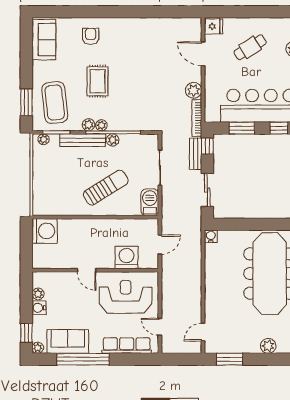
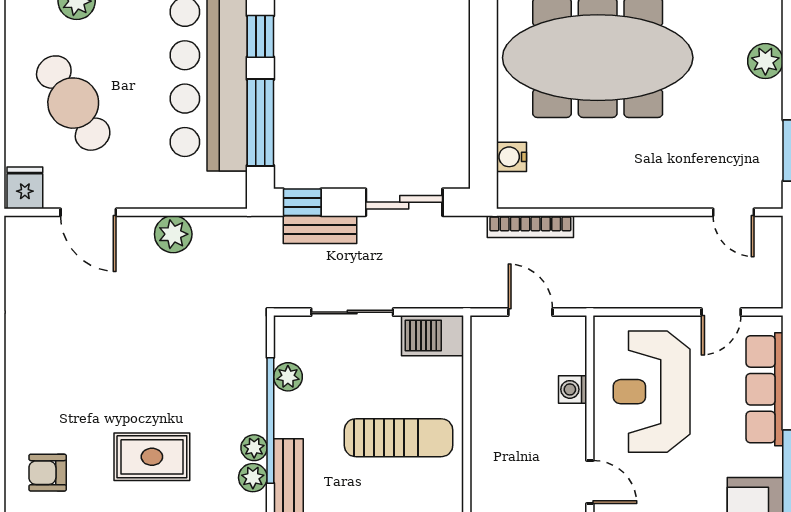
cafe table: (250, 47) -> (73, 103), width x1.37, depth x1.35
door: (203, 54) -> (88, 212), hinge flipped
bookcase: (197, 118) -> (530, 227), moved
window: (242, 128) -> (260, 122), width x1.44
plant: (113, 140) -> (288, 377), moved
sun lounger: (106, 188) -> (399, 438), turned 122
water cooler: (211, 236) -> (511, 157), moved
washing machine: (127, 257) -> (573, 389), width x0.53, depth x0.53
door: (87, 270) -> (590, 482), hinge flipped

